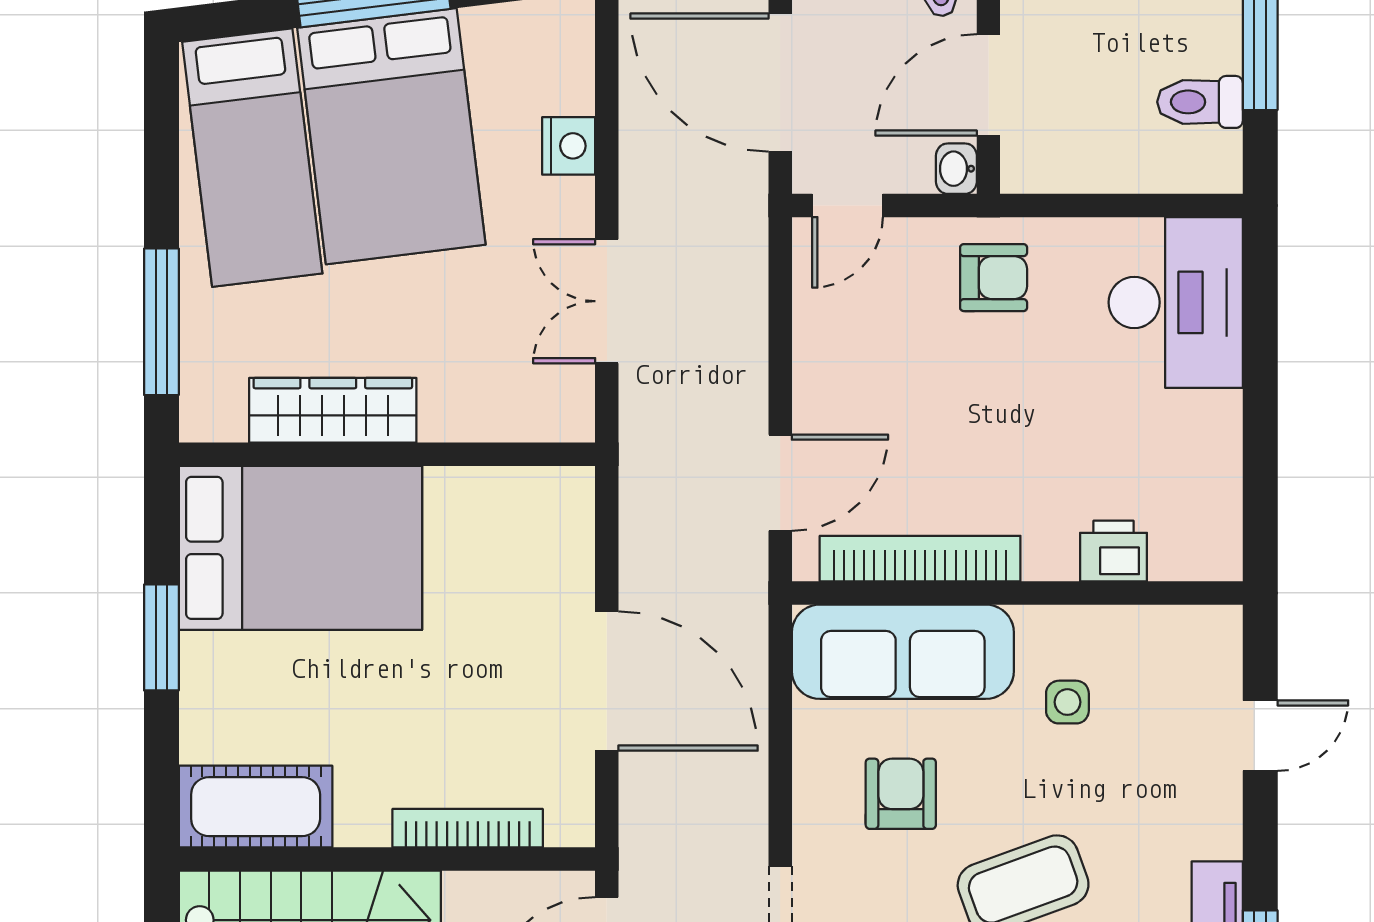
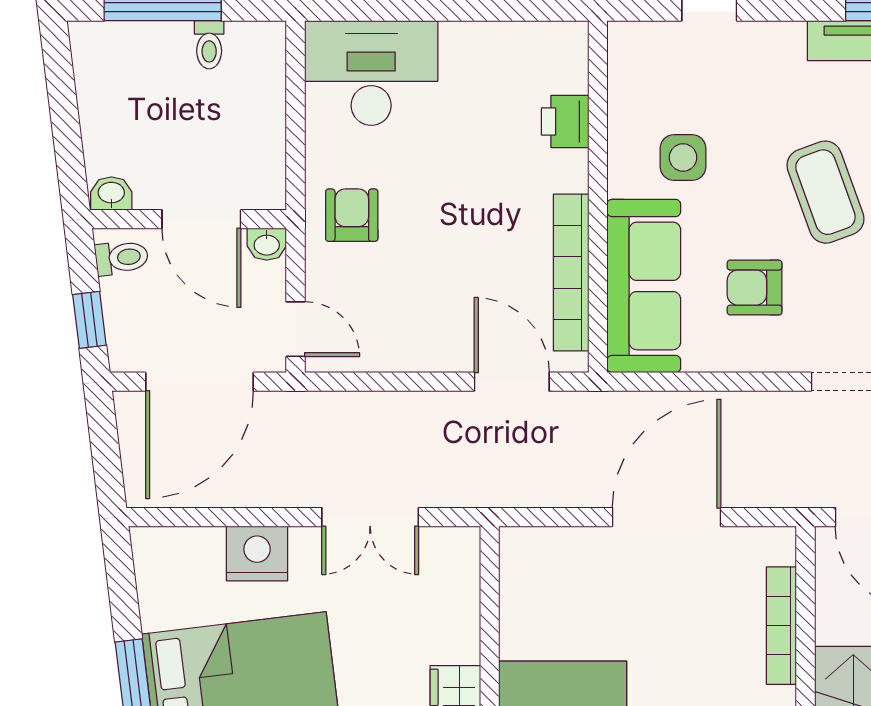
toilet: (1200, 102) -> (209, 45), width x0.73, depth x0.72
nightstand: (569, 146) -> (257, 554), width x1.36, depth x1.33
side table: (1067, 702) -> (683, 157), width x1.37, depth x1.37

